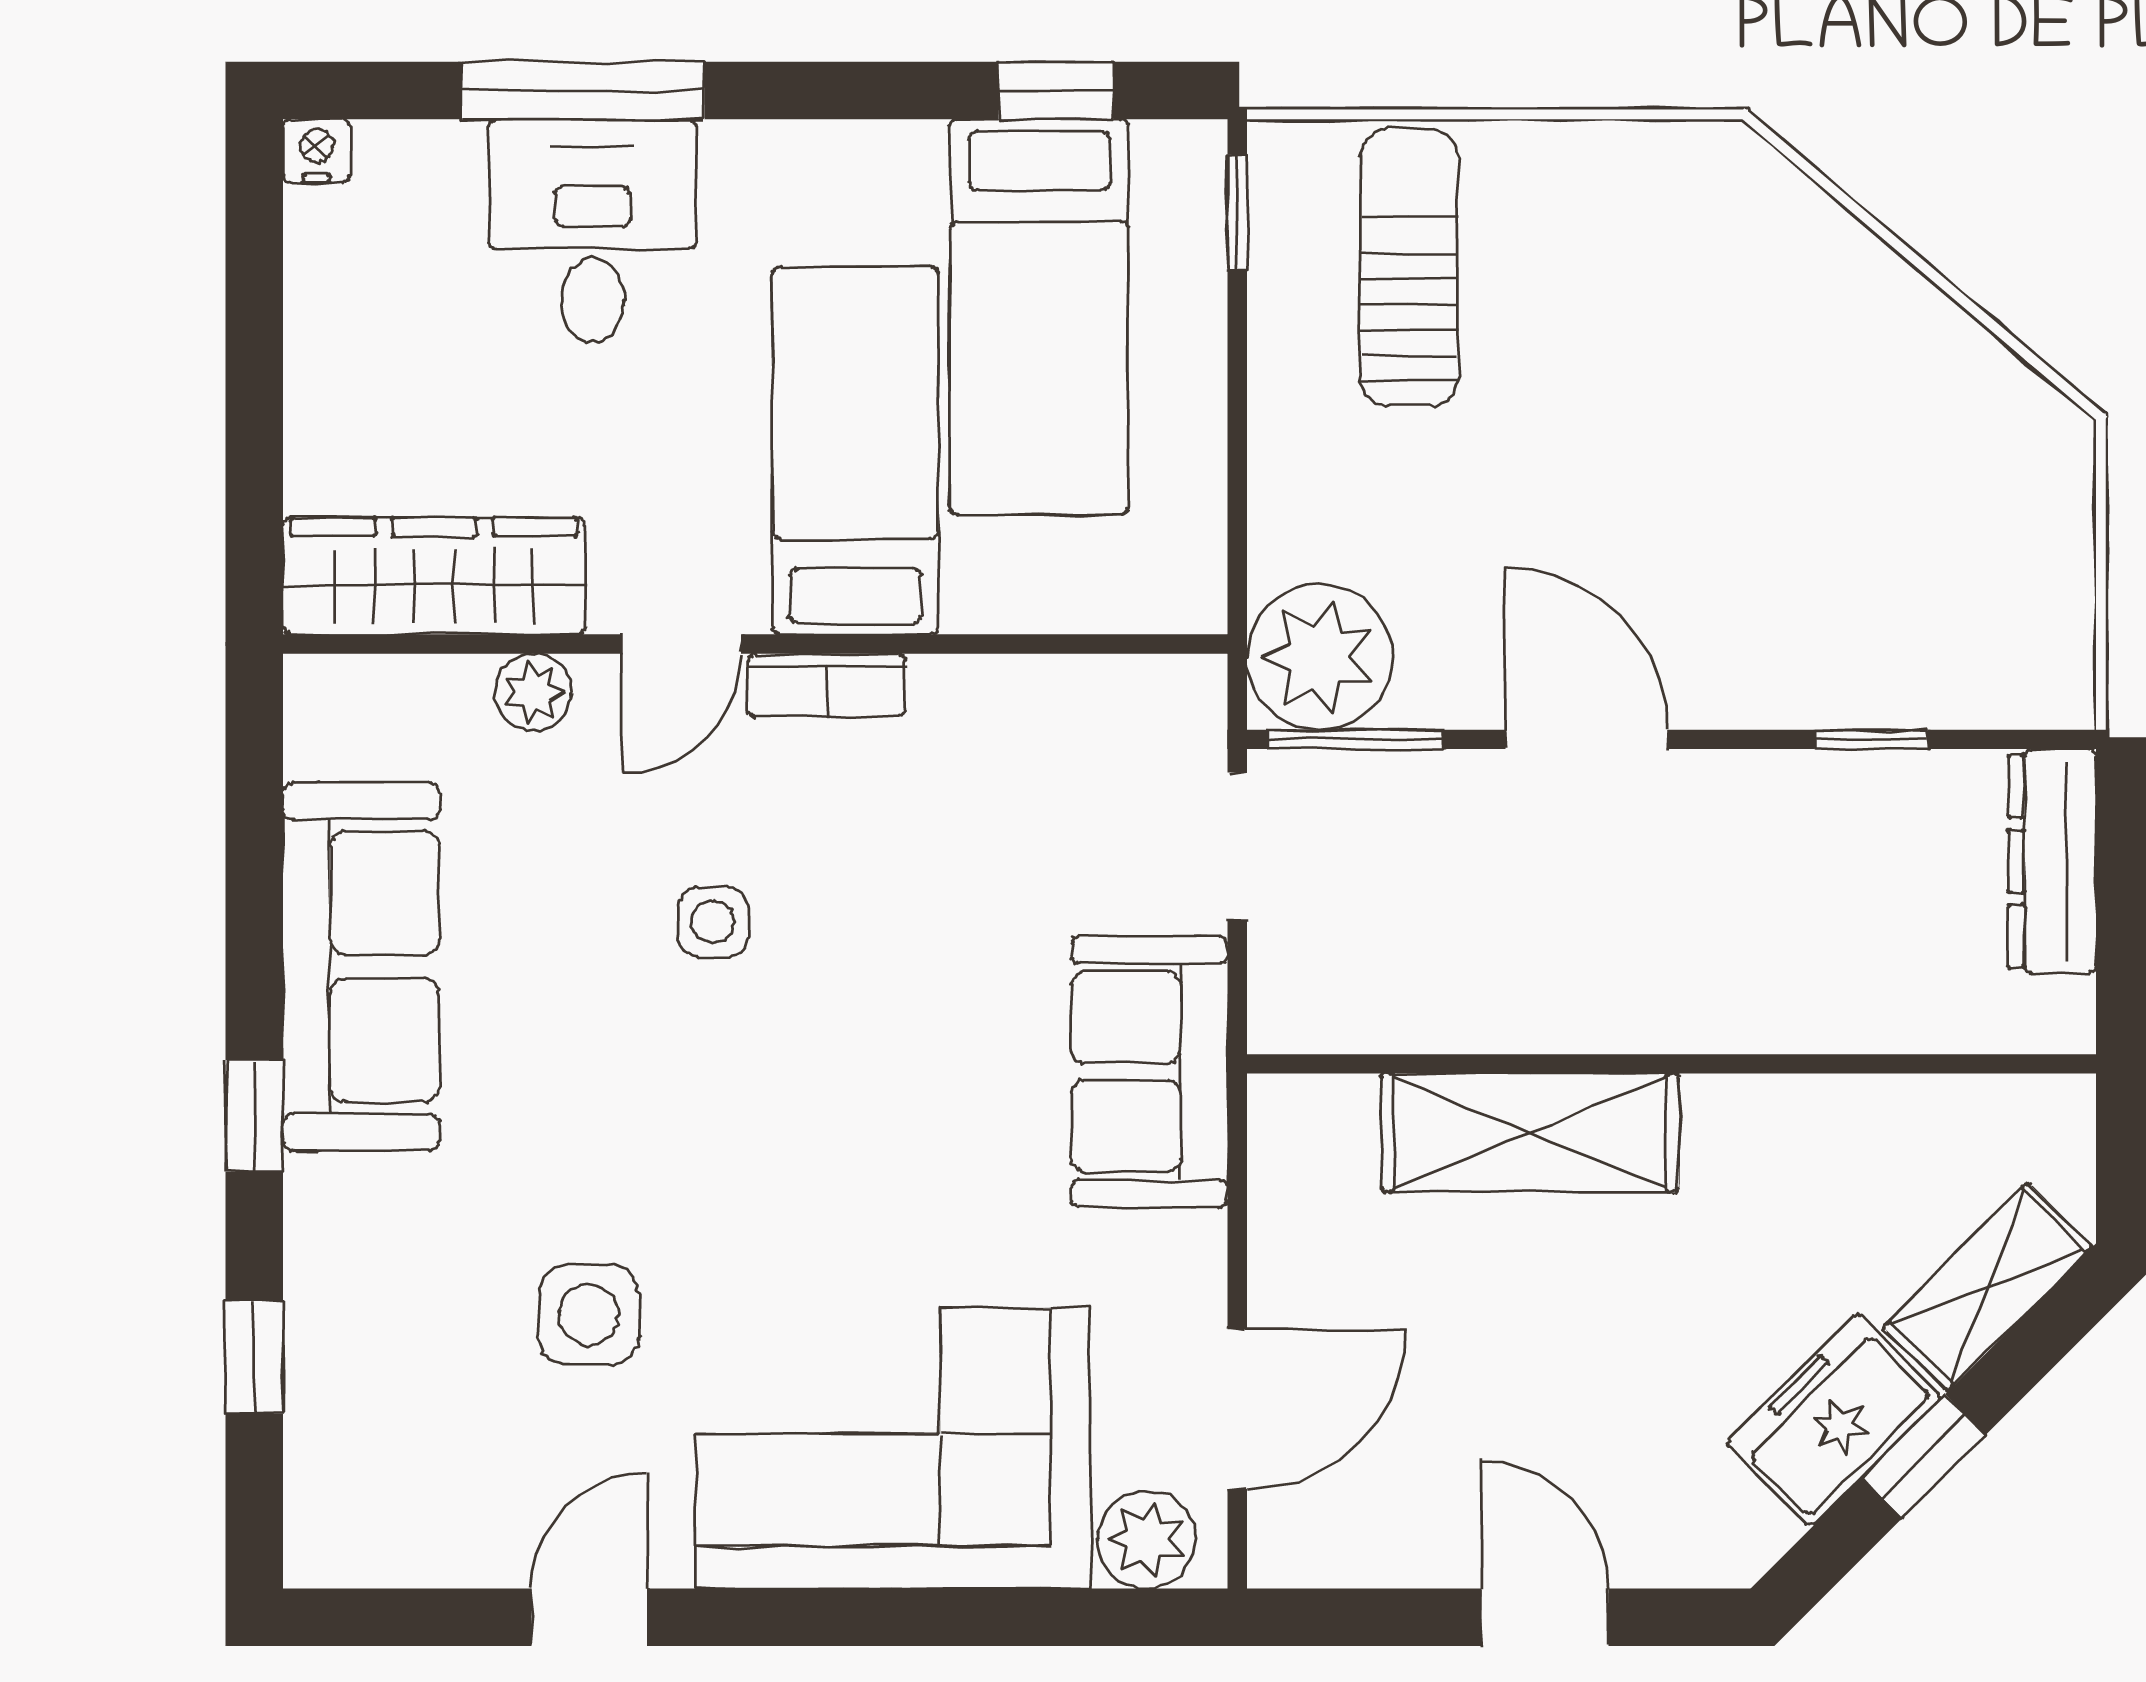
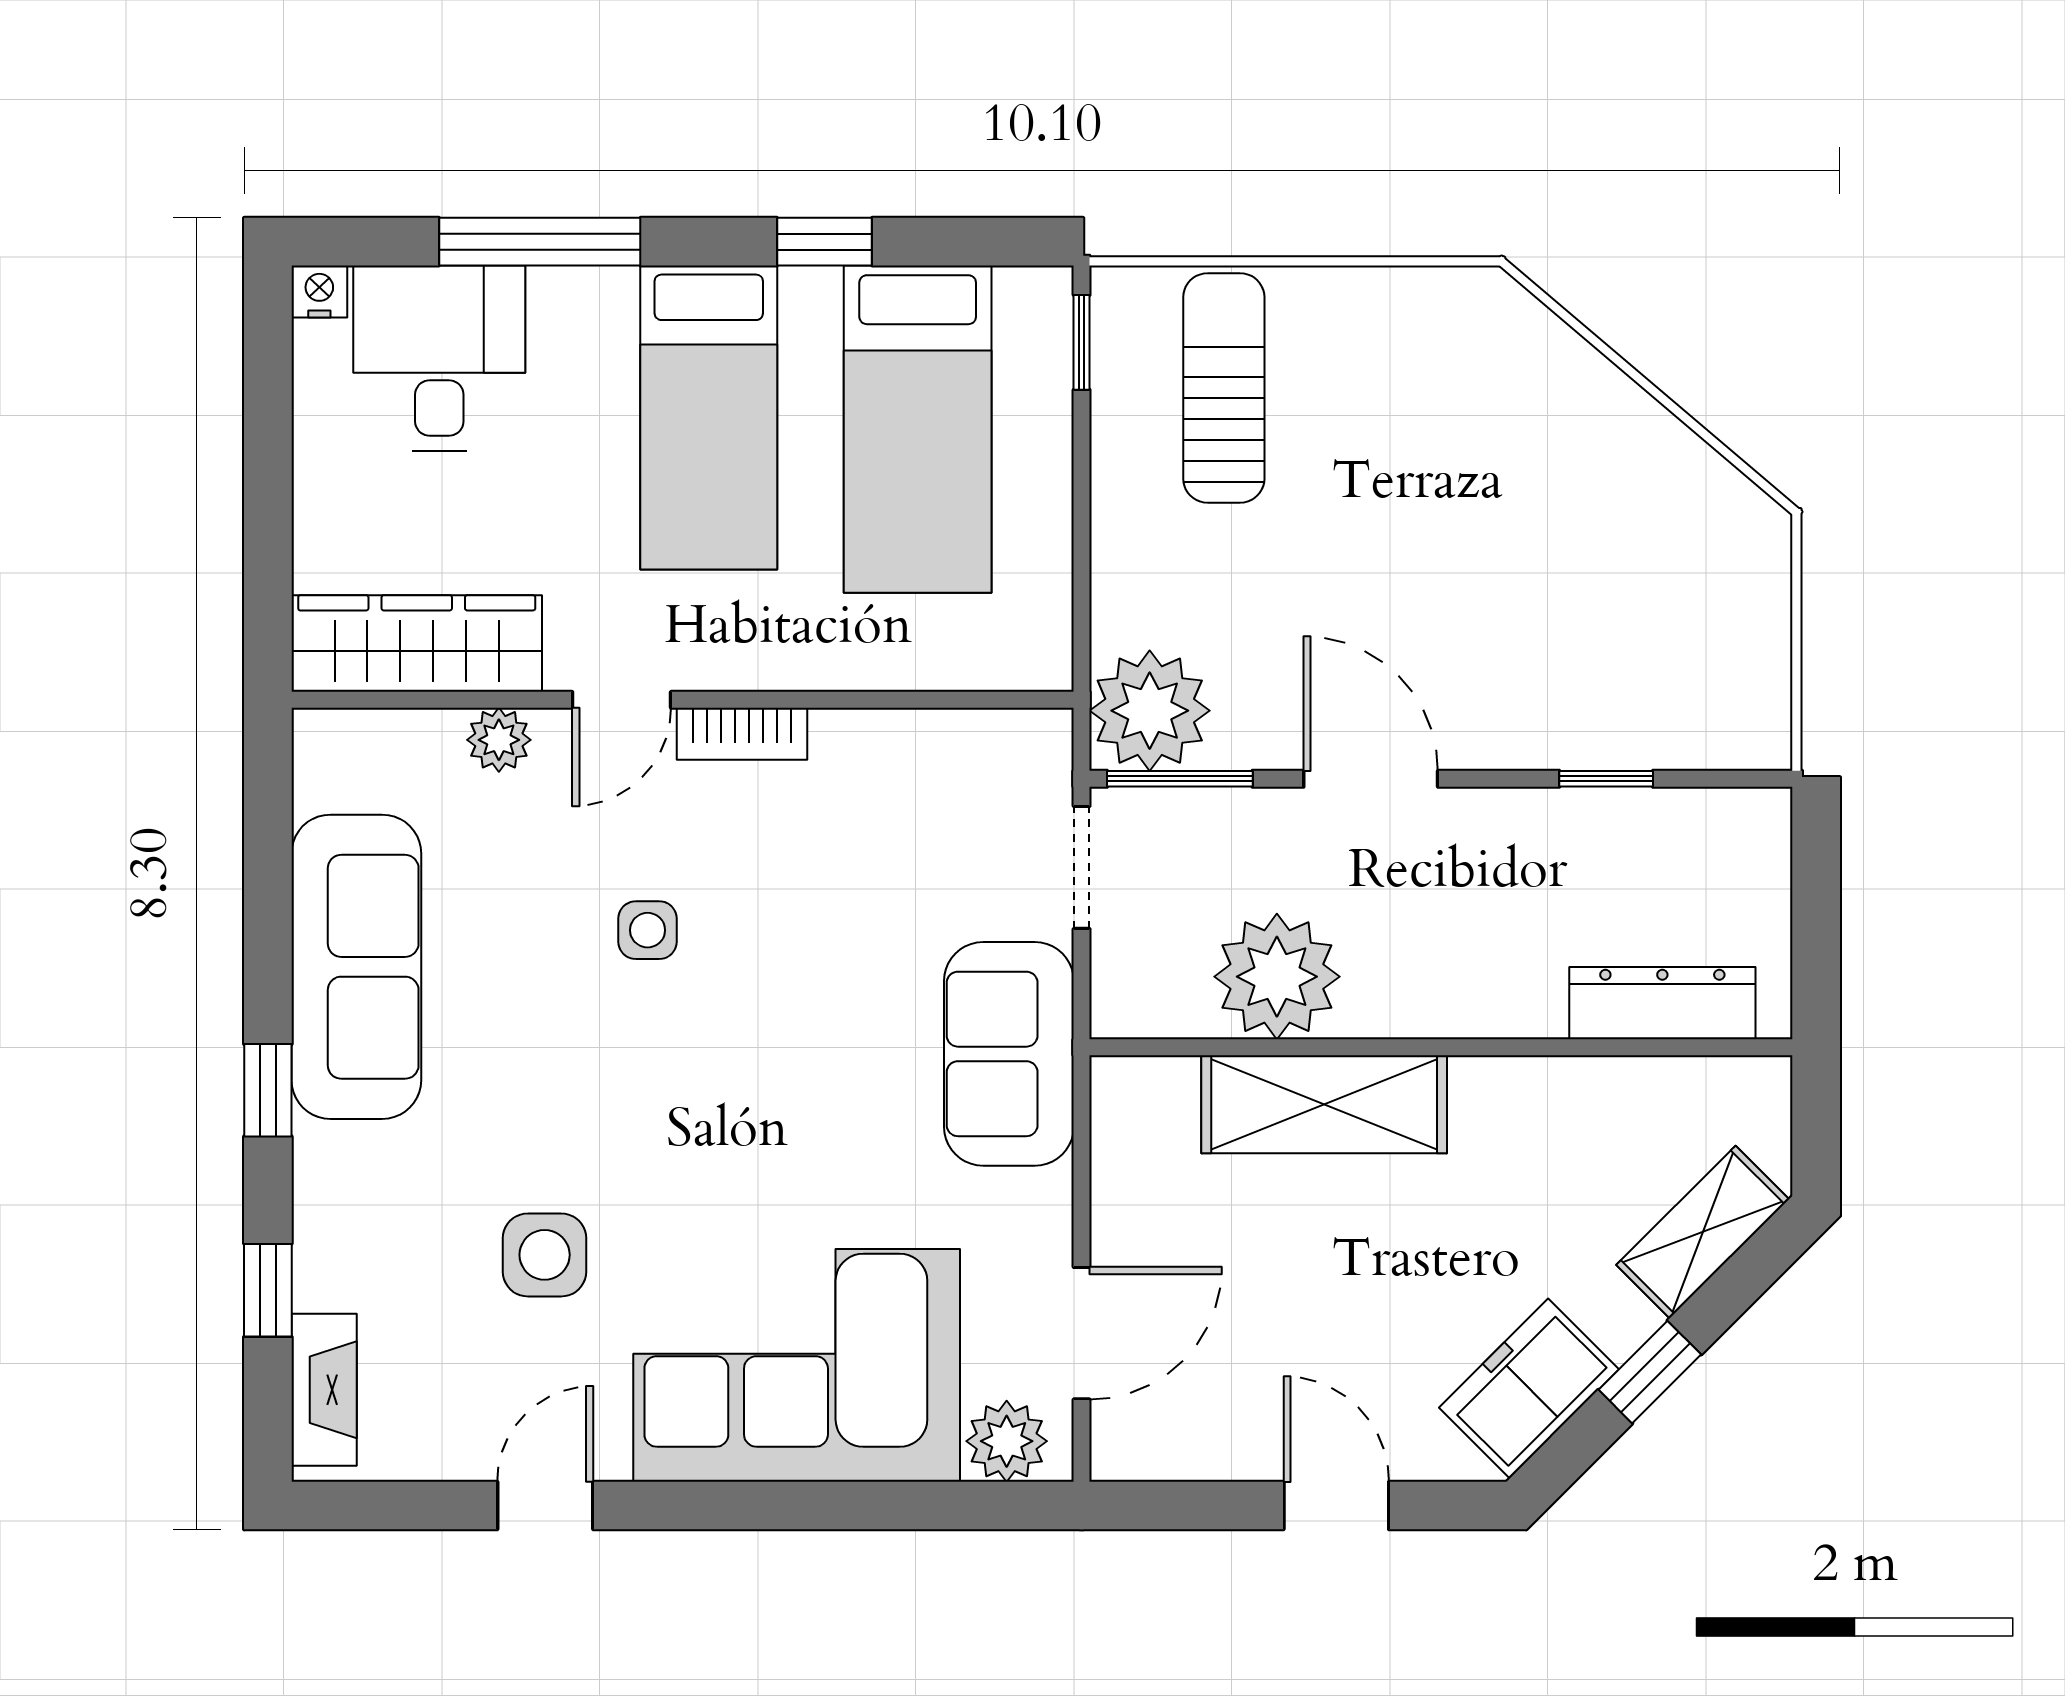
window: (1056, 90) -> (824, 242), moved
desk: (593, 231) -> (439, 358), moved
bed: (855, 451) -> (709, 417), moved, turned 180
dresser: (2052, 861) -> (1662, 1003), moved, turned 90
plant: (1473, 978) -> (1277, 977), added
freezer: (1834, 1420) -> (1529, 1388), moved
fireplace: (322, 1477) -> (324, 1390), added

